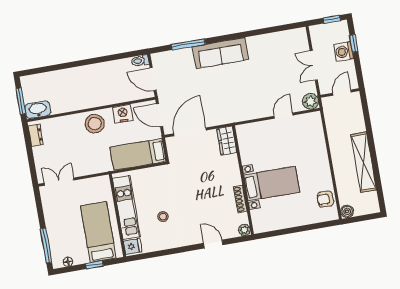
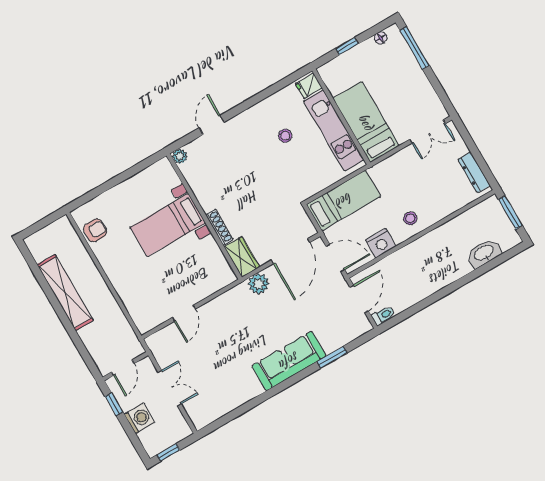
window: (354, 43) -> (114, 404), moved
window: (188, 44) -> (332, 357), width x0.69
door: (153, 79) -> (359, 299), hinge flipped
plant: (311, 101) -> (259, 284), moved
washbasin: (38, 110) -> (484, 253), moved, turned 180
stool: (95, 124) -> (410, 218), width x0.53, depth x0.53
dresser: (36, 135) -> (474, 172), width x1.44
shoe rack: (240, 199) -> (219, 227), moved
boiler: (347, 211) -> (63, 225), removed
bed: (98, 232) -> (366, 122), moved, turned 180
door: (213, 244) -> (212, 125), swing flipped

